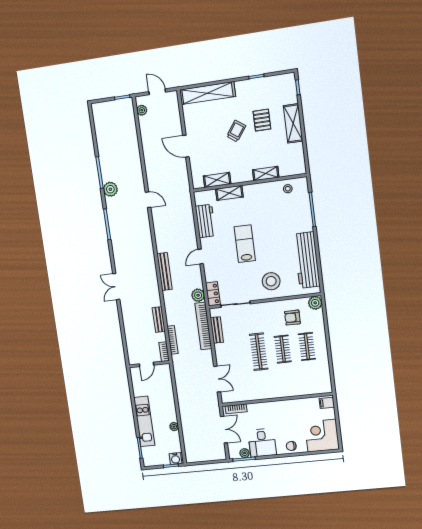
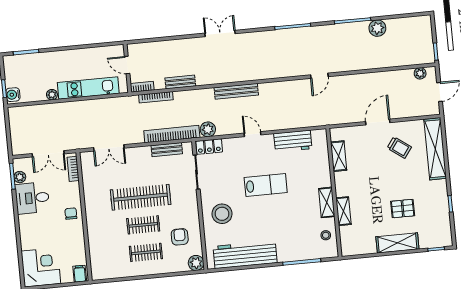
trolley: (236, 131) -> (399, 147), moved
plant: (110, 189) -> (377, 28), moved
shelving: (229, 193) -> (327, 202), moved
clothes rail: (259, 352) -> (141, 197), width x1.37, depth x1.31
kitchen unit: (144, 421) -> (88, 88), moved, turned 180
chair: (291, 446) -> (71, 214), moved

